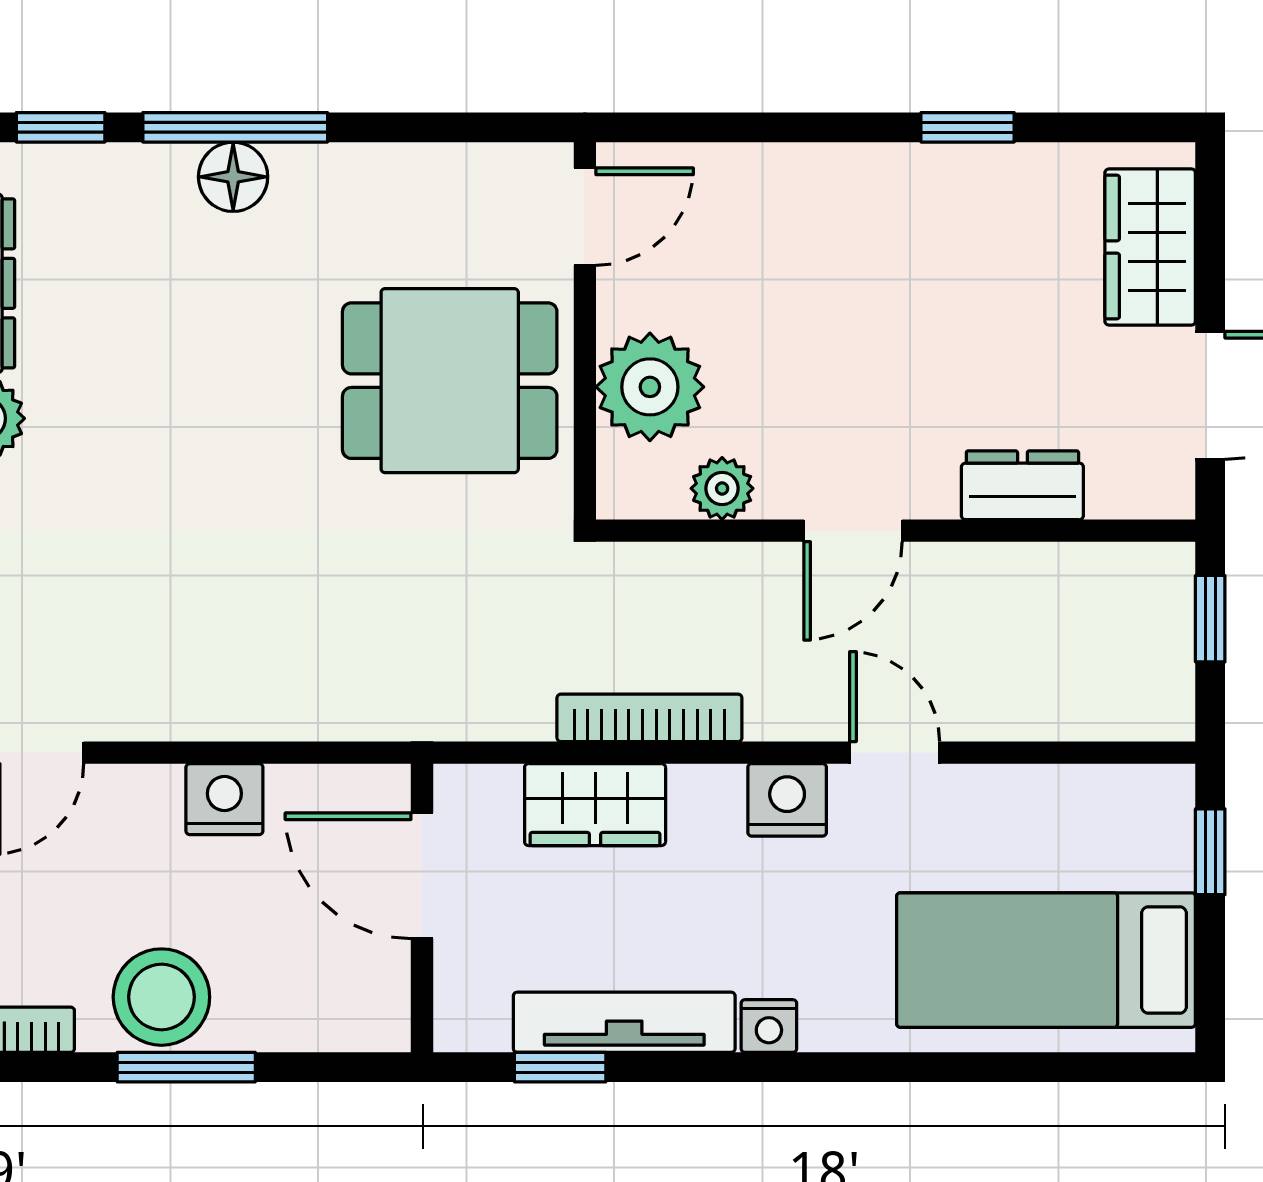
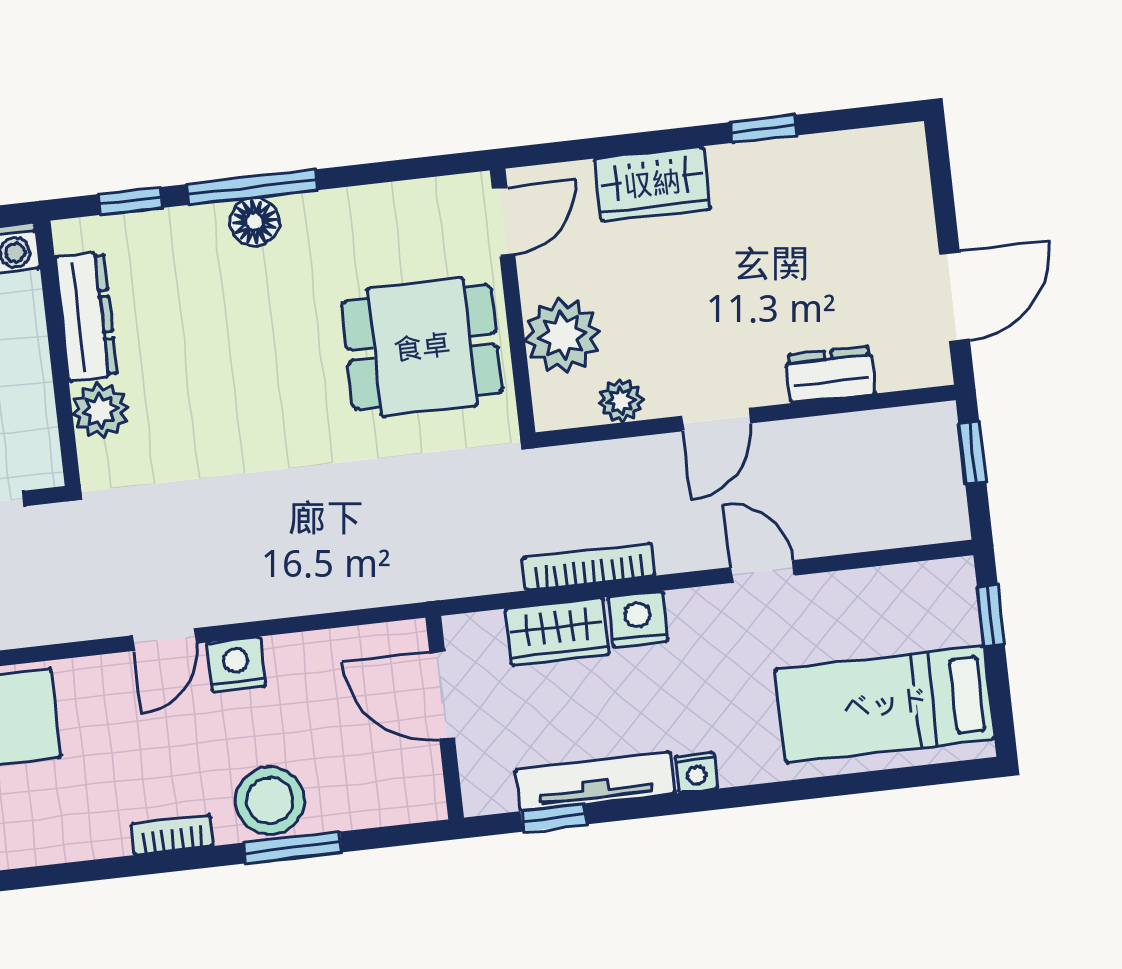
wardrobe: (1150, 247) -> (652, 184), moved, turned -90
nightstand: (224, 799) -> (236, 664), moved
nightstand: (787, 800) -> (638, 619), moved

